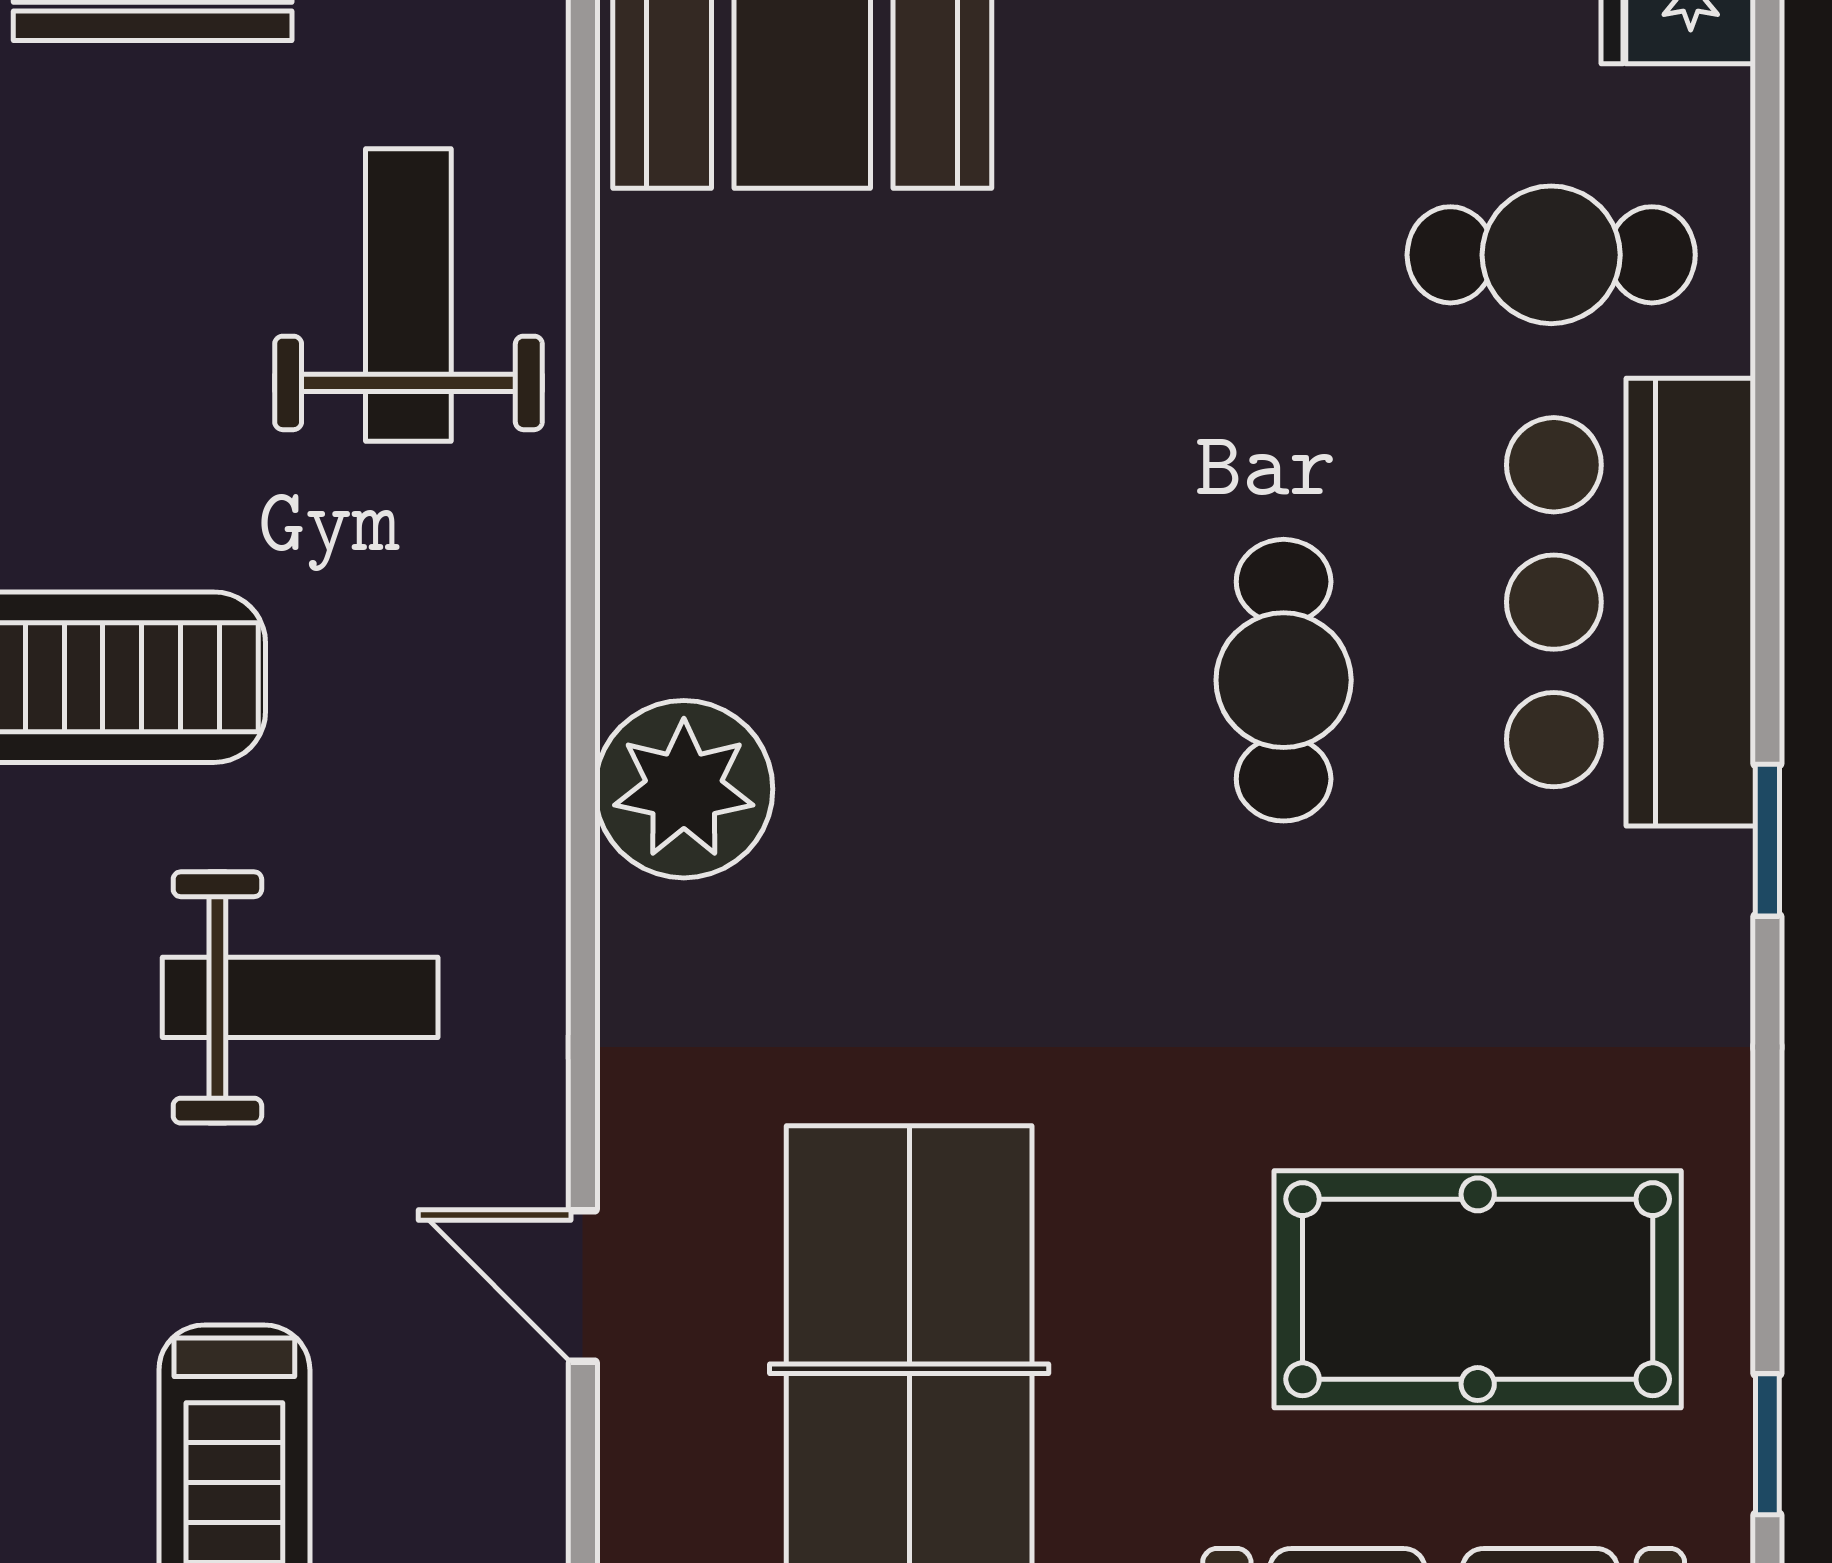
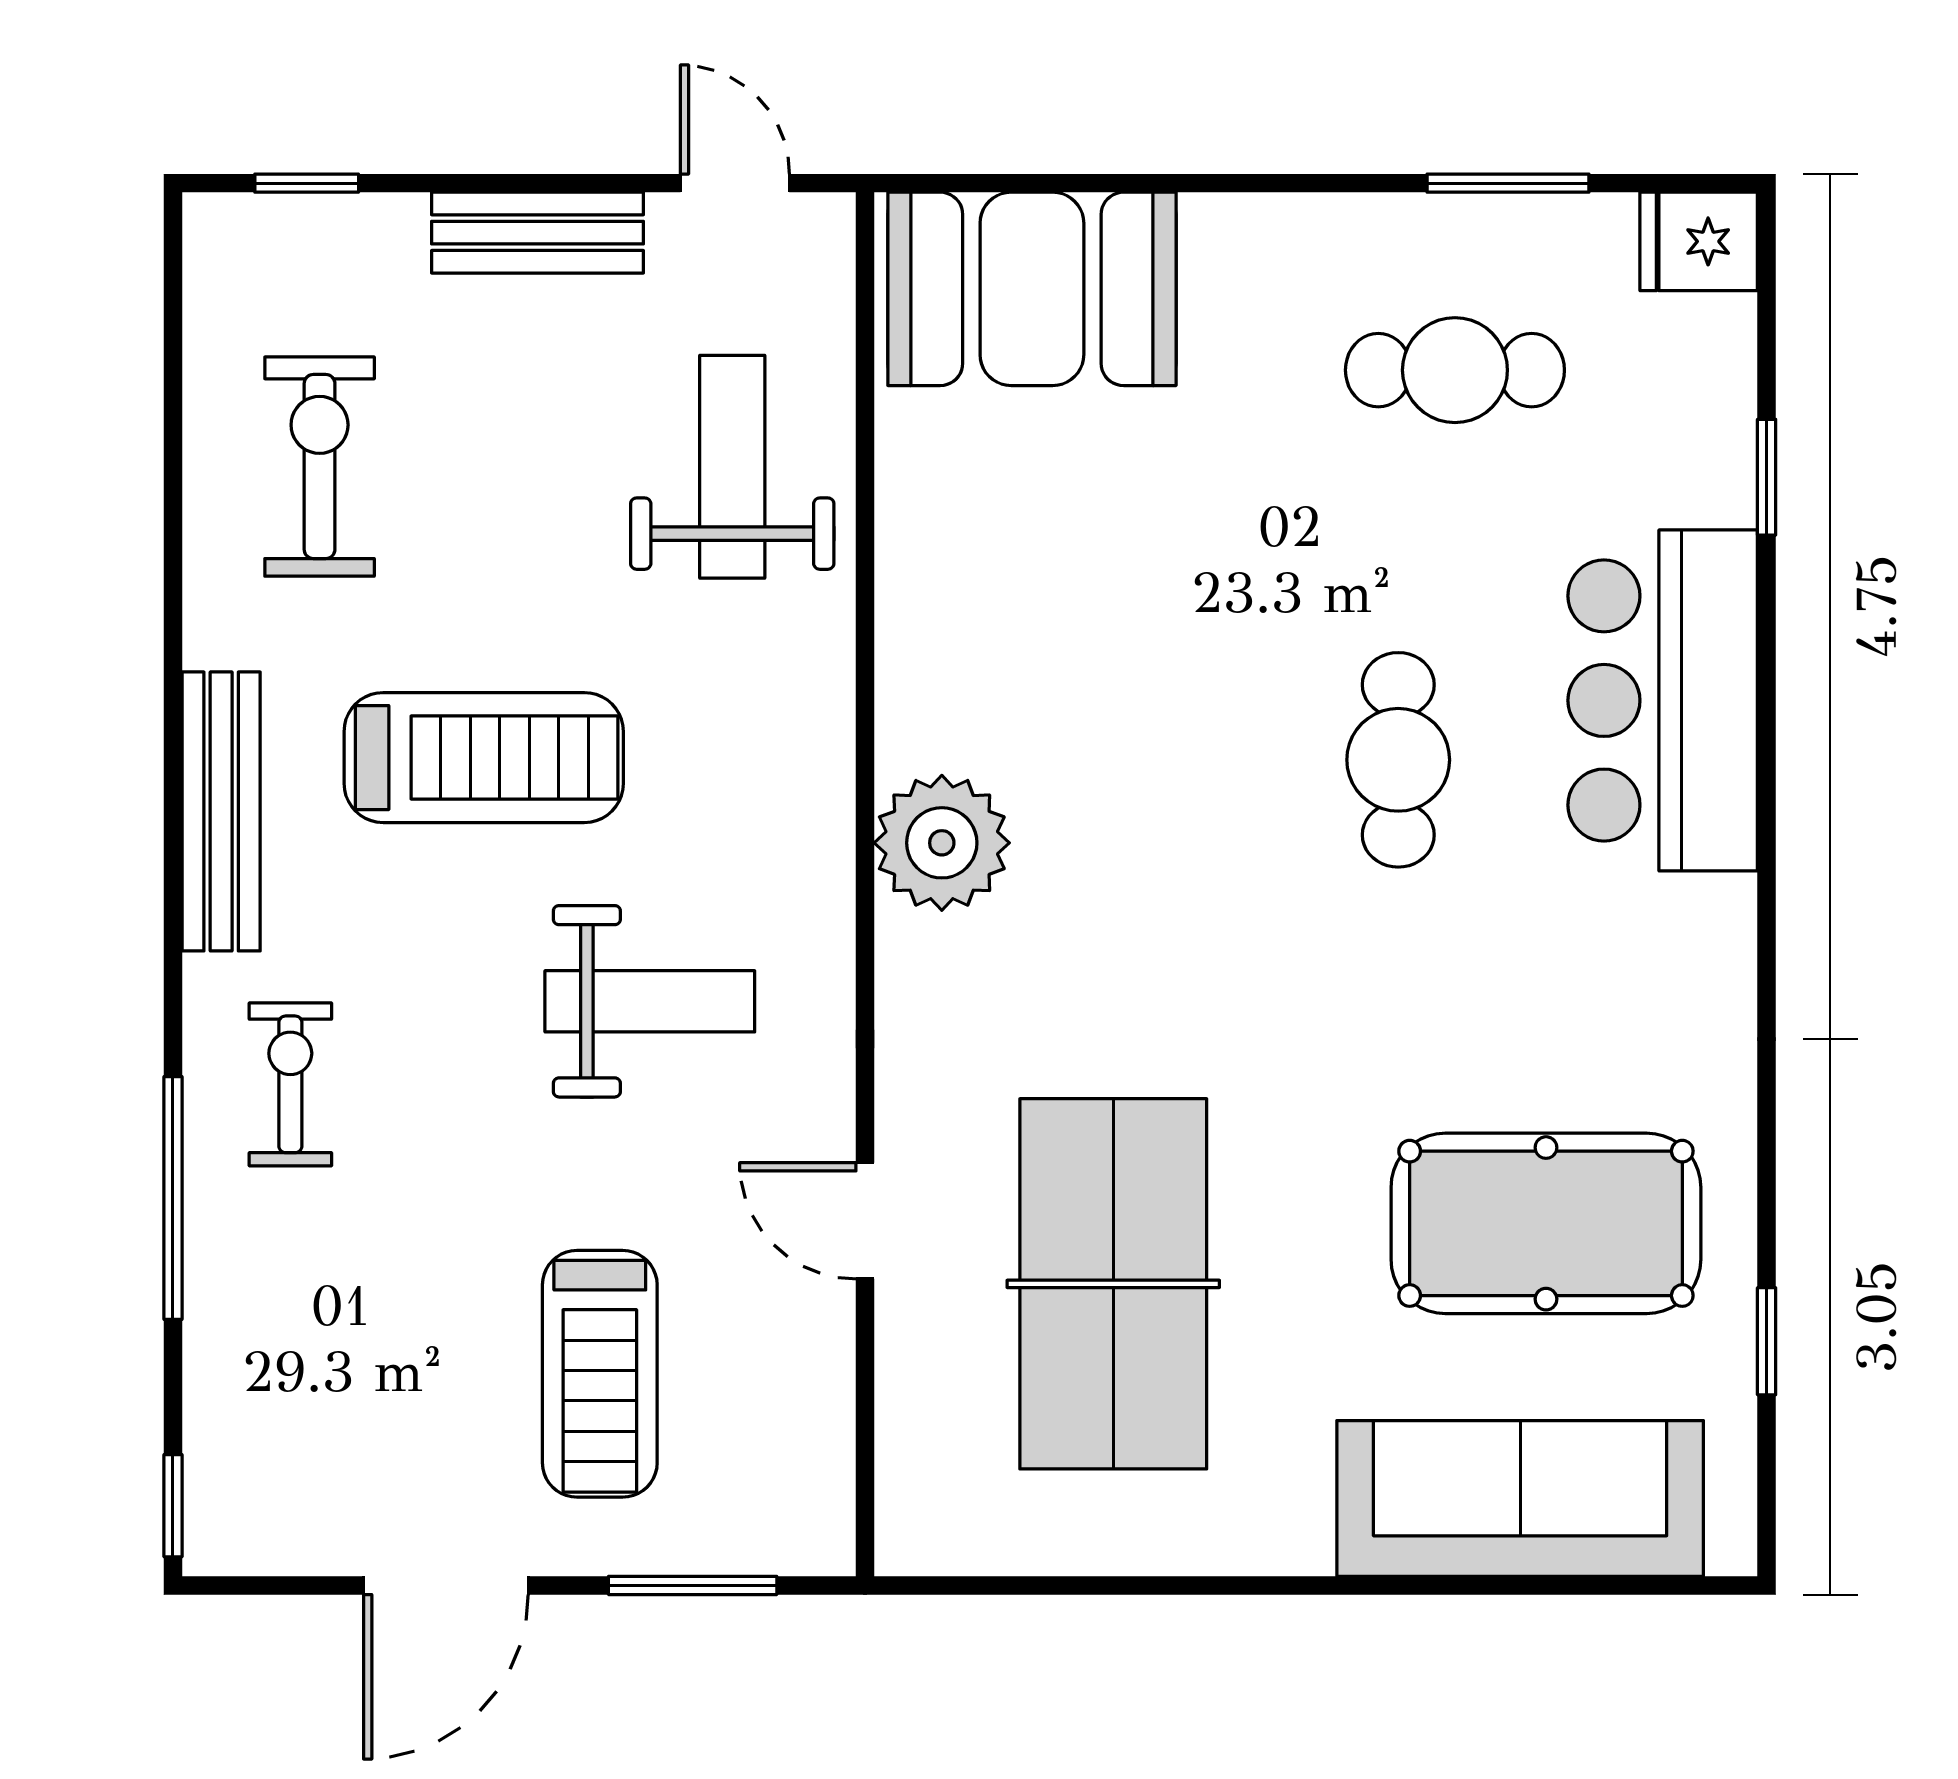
cafe table: (1551, 255) -> (1455, 370), moved
window: (1767, 840) -> (1767, 477), moved

